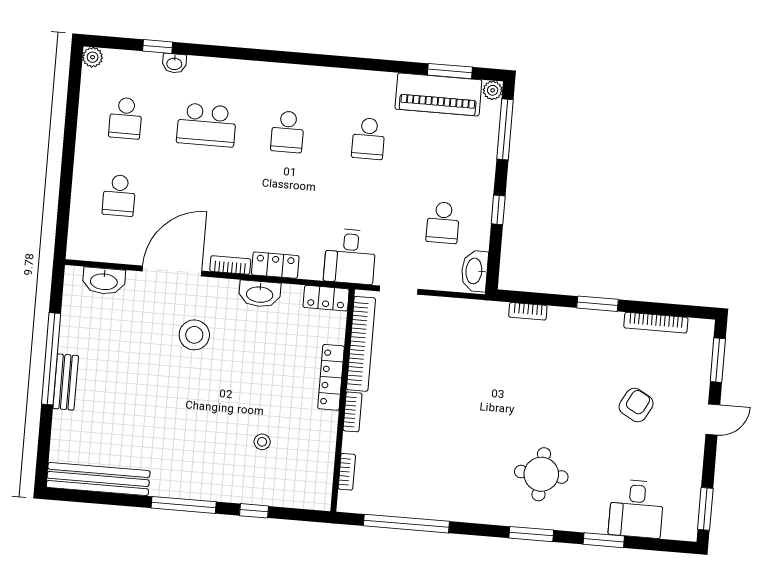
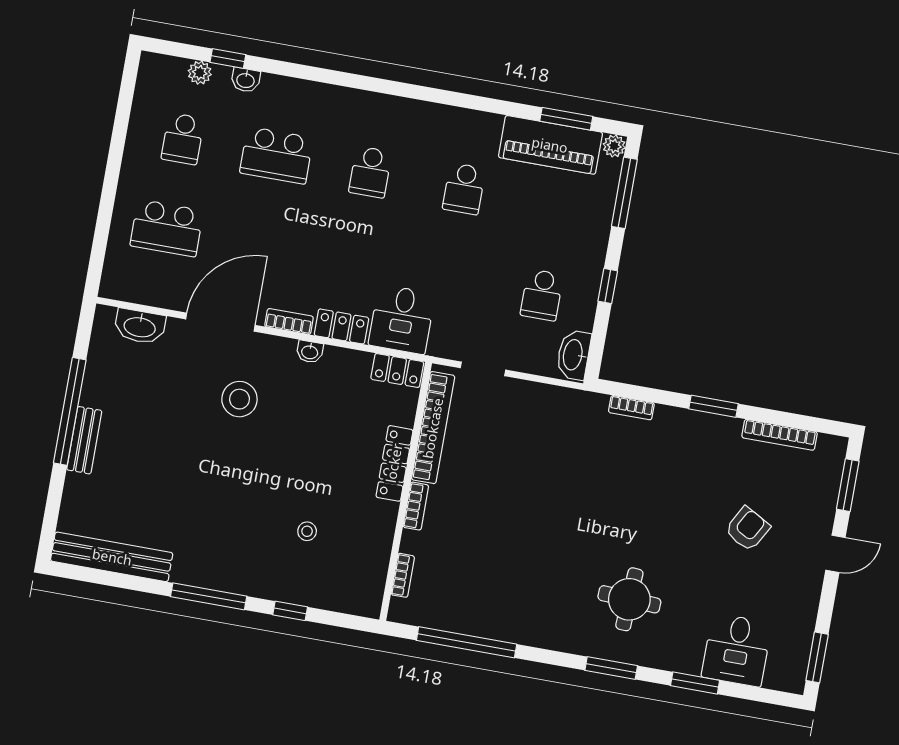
plant: (93, 57) -> (200, 73), moved
school desk: (119, 195) -> (167, 228), width x1.85
desk: (350, 256) -> (402, 319), moved
washbasin: (260, 294) -> (310, 352), width x0.52, depth x0.69

